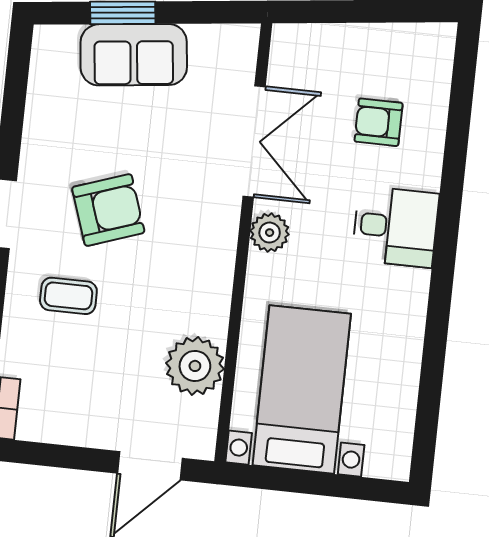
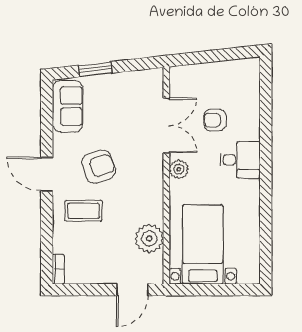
sofa: (134, 55) -> (67, 106), moved, turned -84
armchair: (379, 122) -> (215, 120), moved
coffee table: (68, 296) -> (84, 211), width x1.36, depth x1.30

